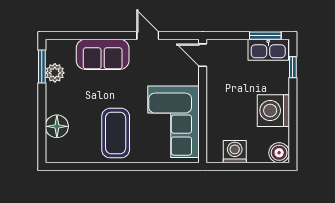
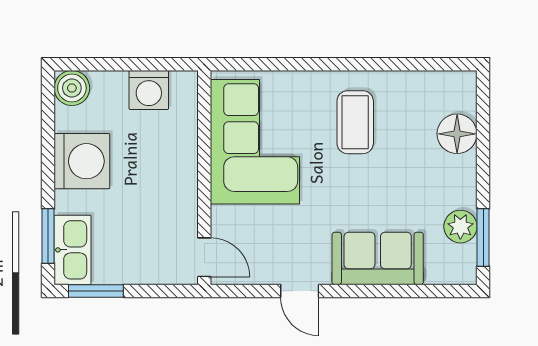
kitchen sink: (268, 50) -> (73, 250), moved, turned 90
window: (293, 67) -> (48, 236), width x1.50
coffee table: (116, 133) -> (355, 122), width x0.73, depth x0.76

